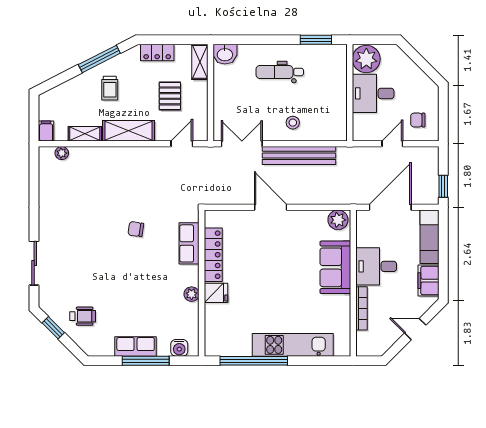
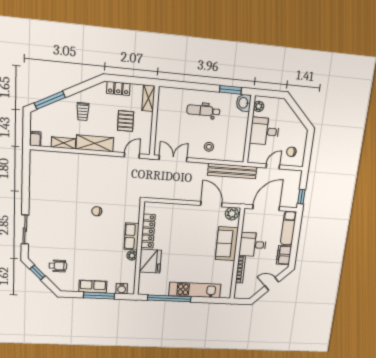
washbasin: (225, 54) -> (244, 103), moved, turned 90
window: (99, 59) -> (50, 100), moved
plant: (366, 59) -> (259, 106), width x0.53, depth x0.53
plant: (62, 153) -> (46, 155), removed
bench: (299, 155) -> (232, 171), moved
door: (271, 207) -> (211, 204), moved
row of seats: (189, 243) -> (132, 237), moved
fridge: (216, 293) -> (150, 261), width x1.88, depth x1.34

